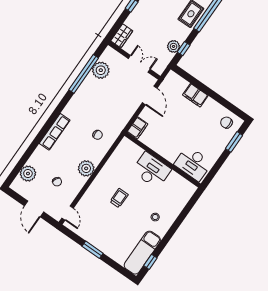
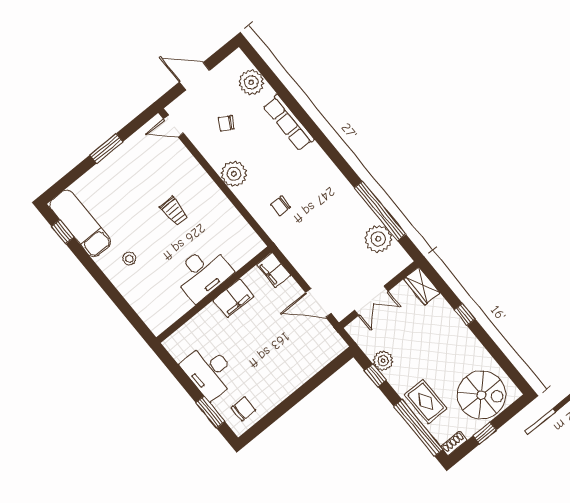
filing cabinet: (195, 95) -> (233, 298), moved, turned 180
row of seats: (55, 132) -> (288, 123), moved
desk: (193, 163) -> (209, 371), moved, turned -90

